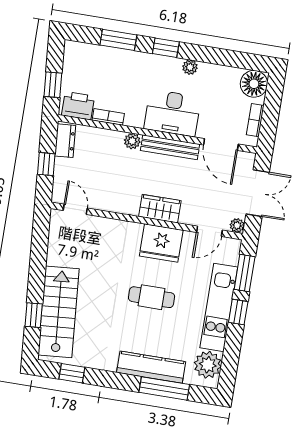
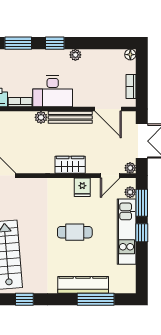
floor lamp: (254, 84) -> (130, 55), width x0.53, depth x0.53
desk: (172, 113) -> (53, 91), moved
fridge: (161, 243) -> (82, 187), width x0.53, depth x0.75
plant: (208, 365) -> (130, 192), moved, width x0.53, depth x0.53

